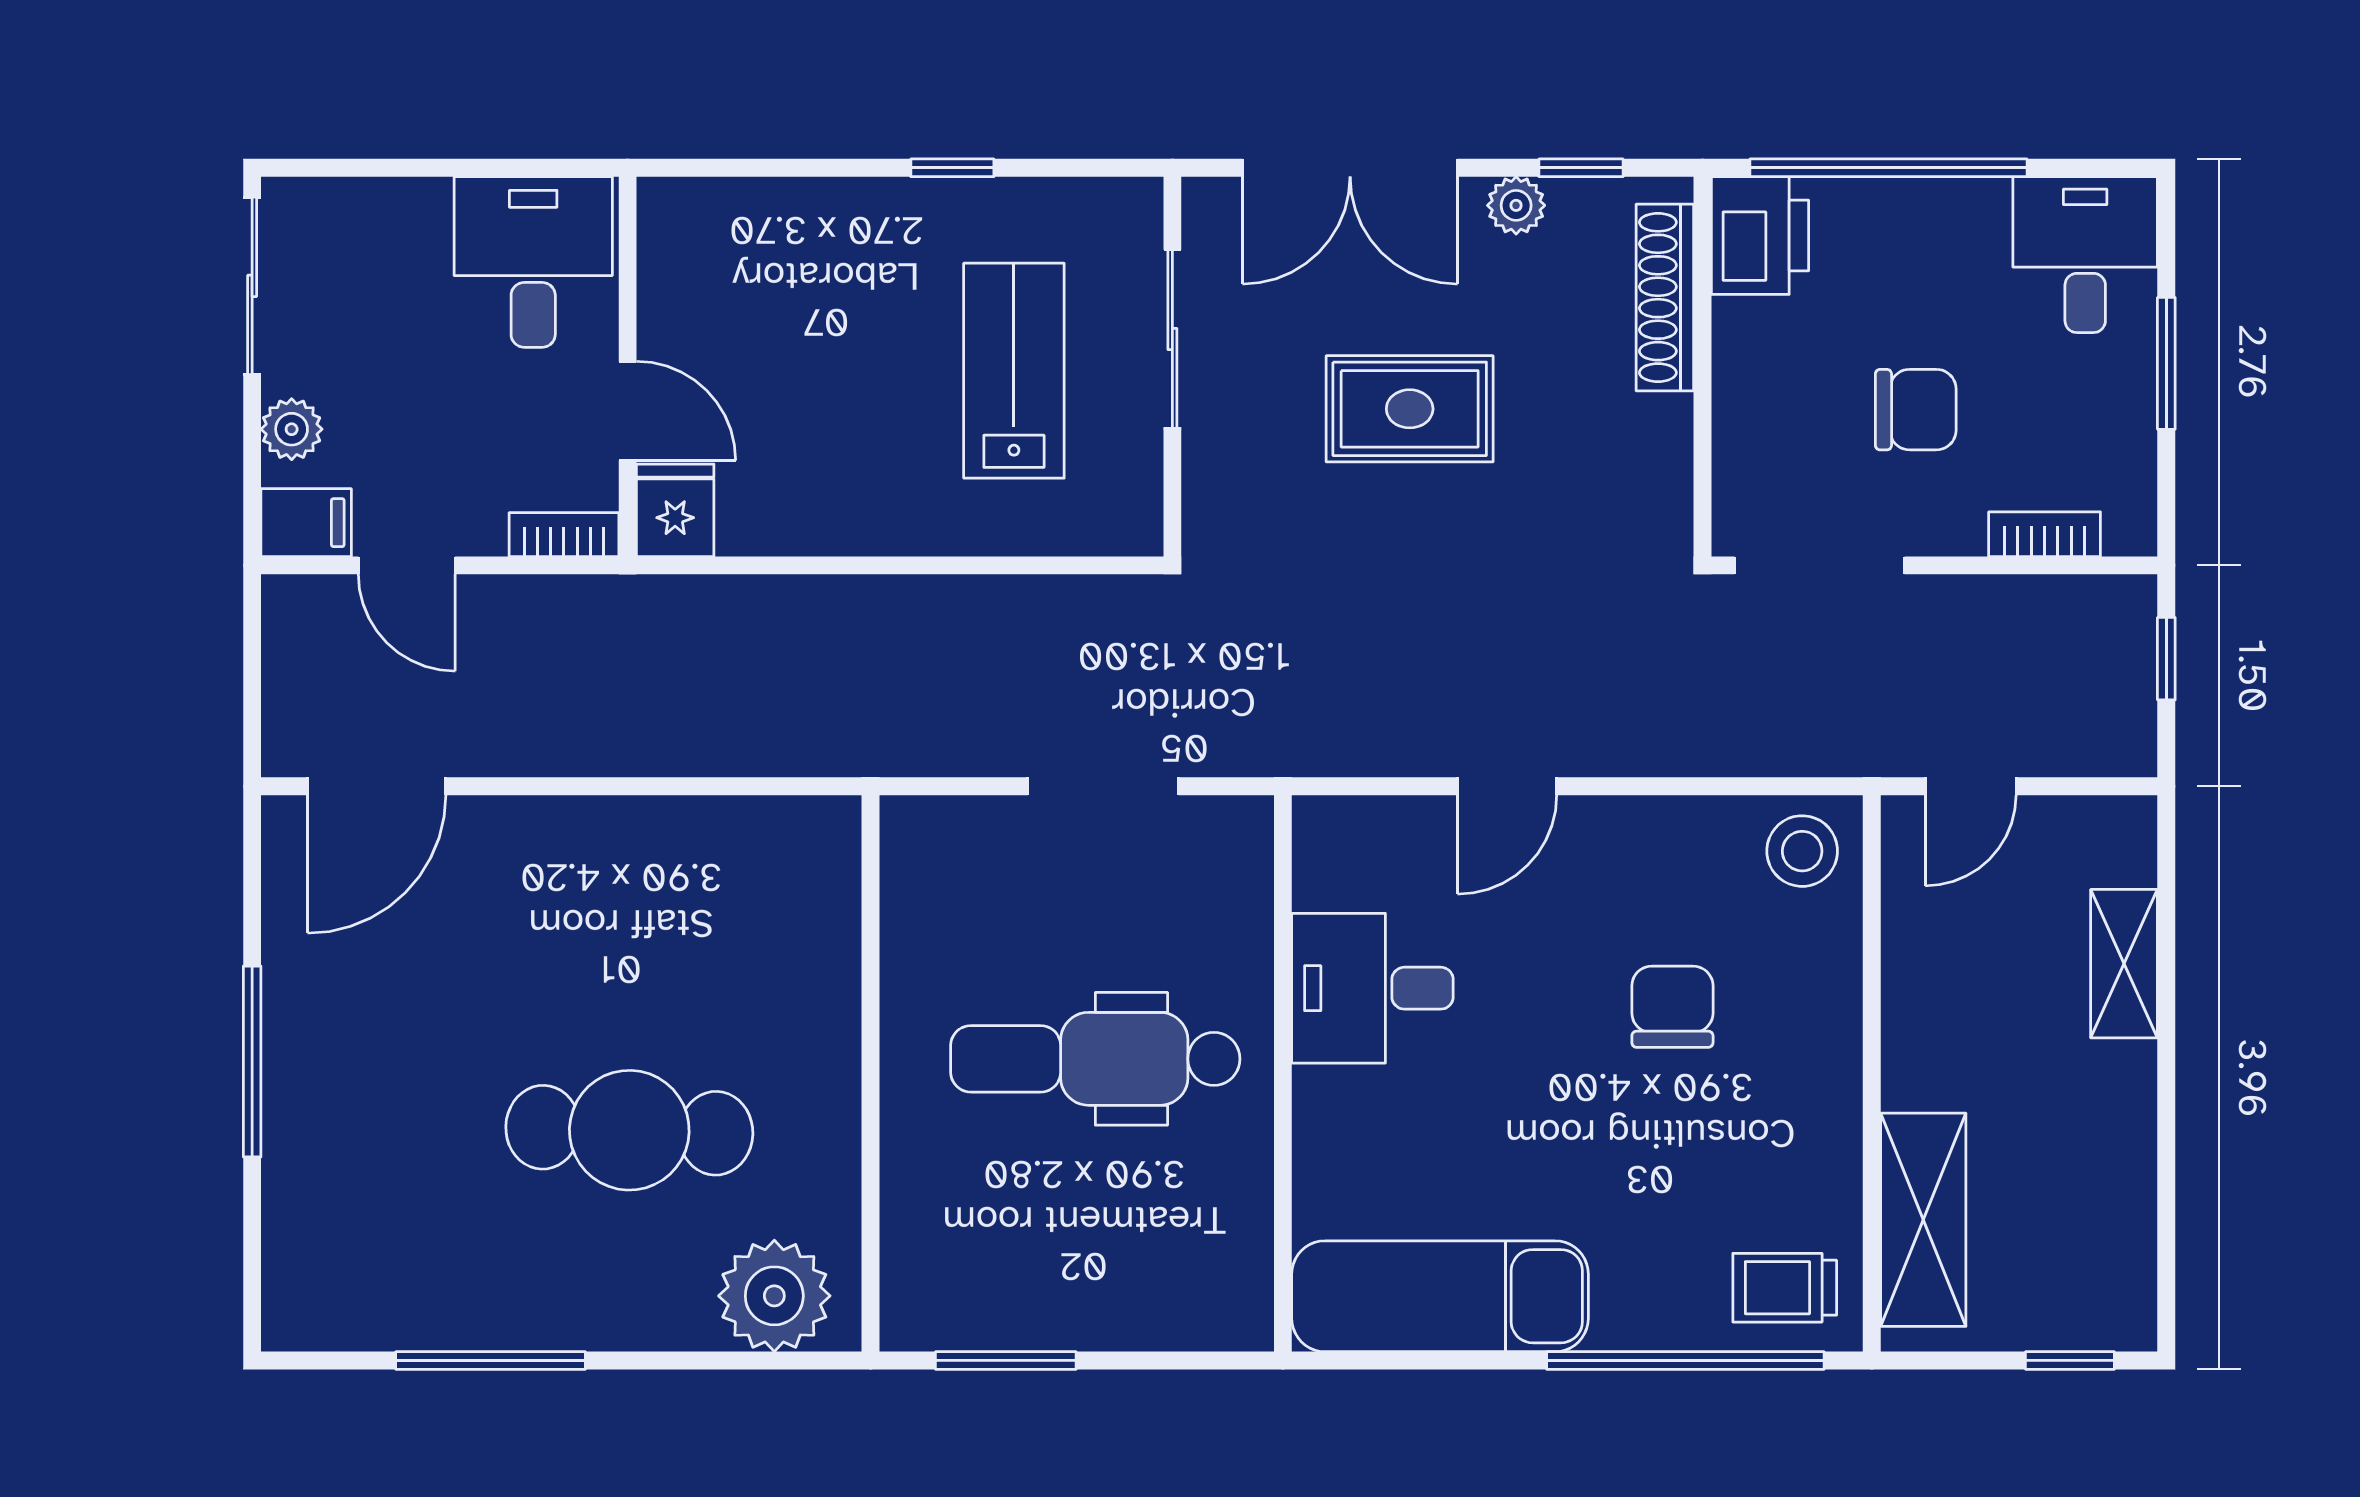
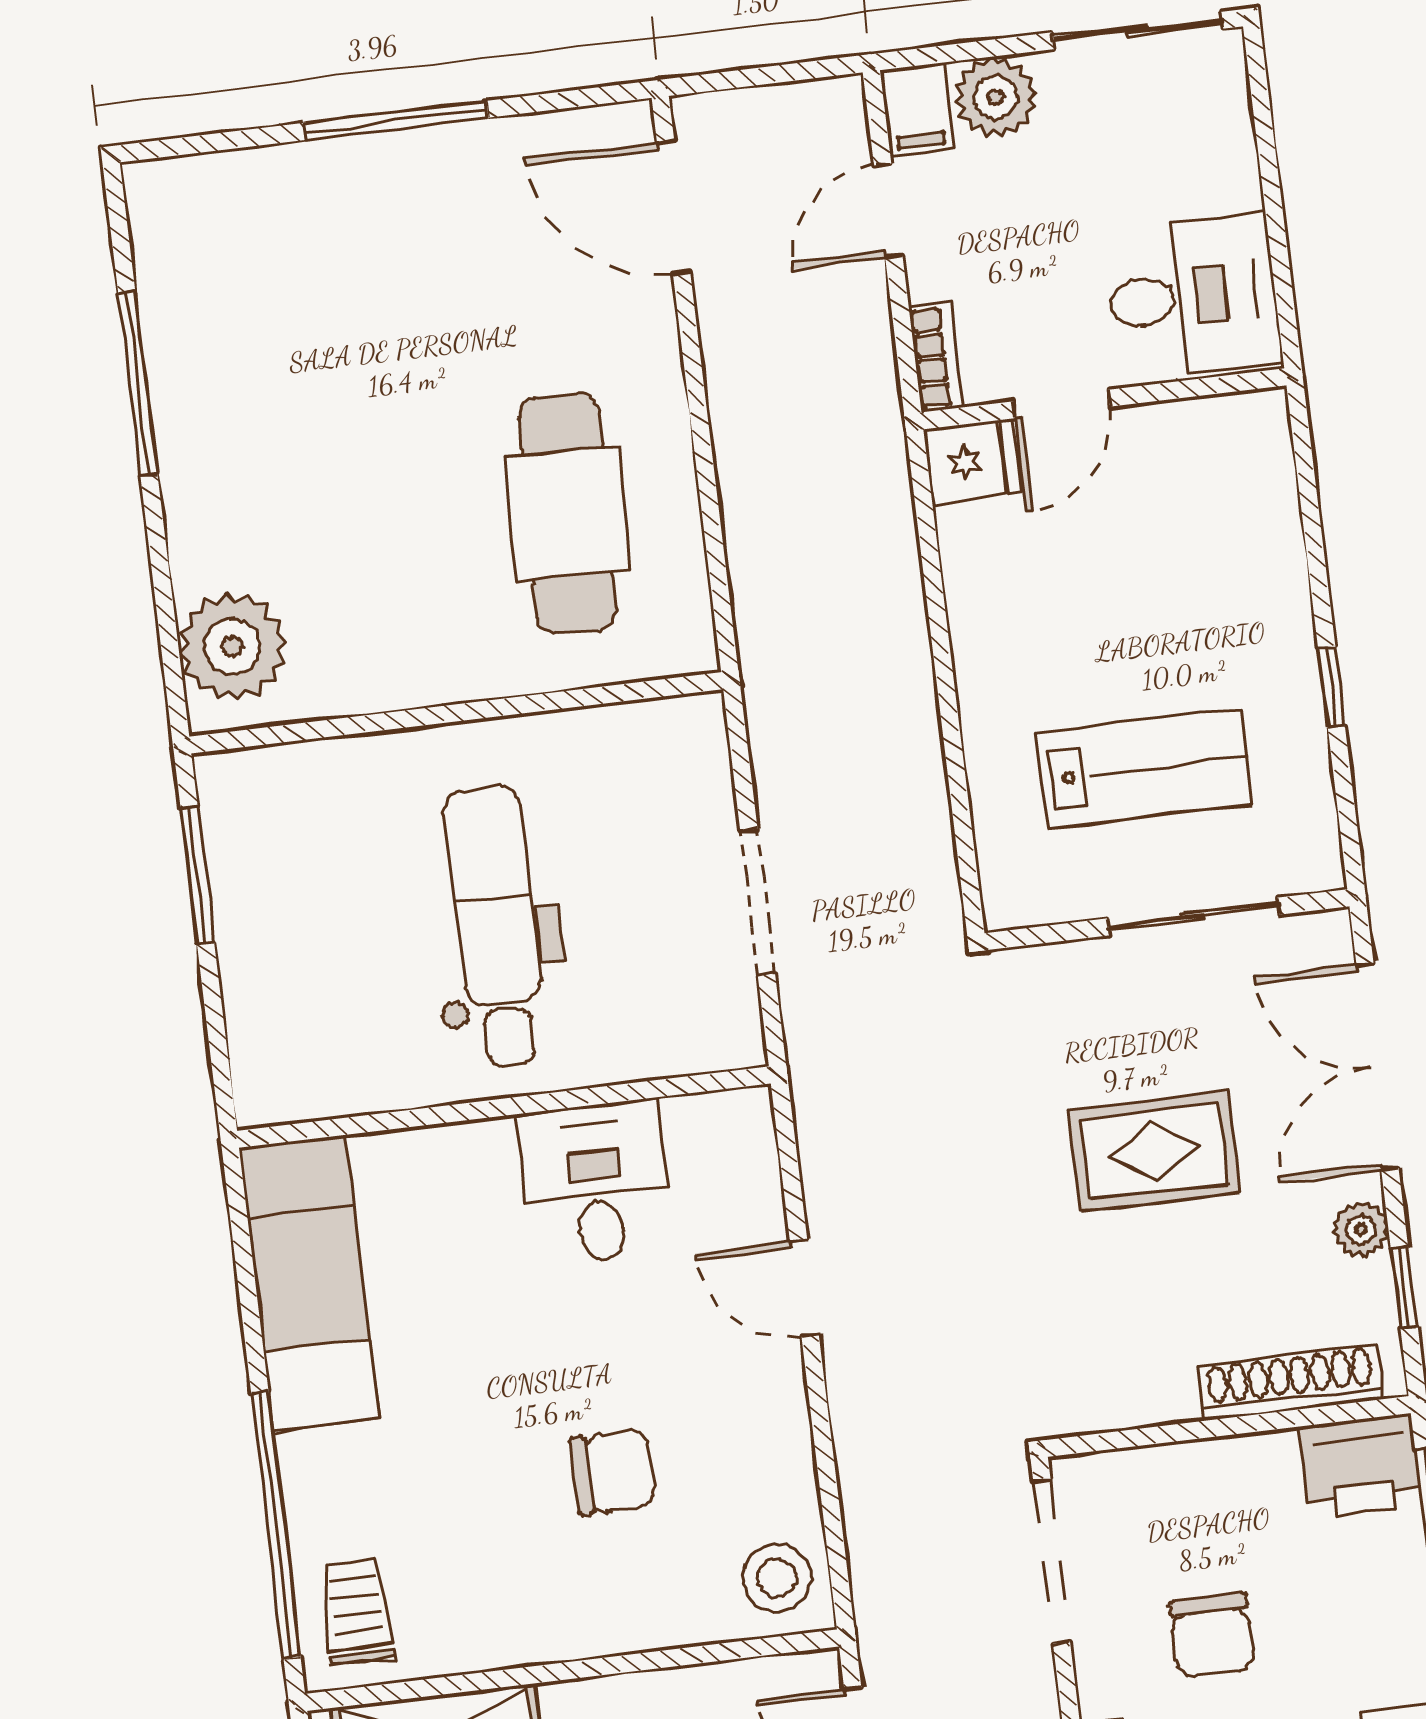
rug: (1410, 409) -> (1154, 1151), turned 90
plant: (292, 429) -> (995, 97), width x1.38, depth x1.38
cafe table: (629, 1130) -> (568, 513), moved

